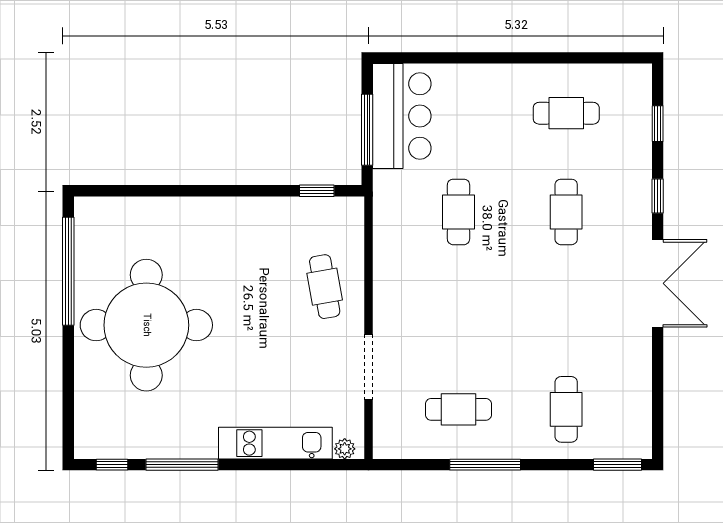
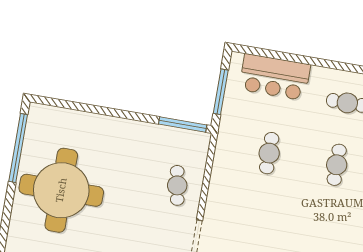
bar counter: (402, 116) -> (275, 77), moved, turned 90
window: (317, 191) -> (183, 124), width x2.17

